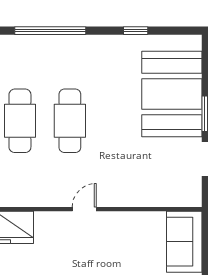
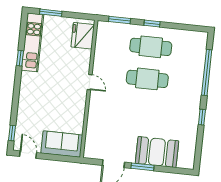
window: (136, 31) -> (202, 117), moved
booth: (172, 94) -> (157, 152), width x0.73, depth x0.70

